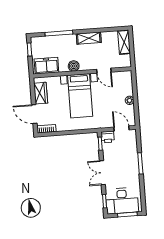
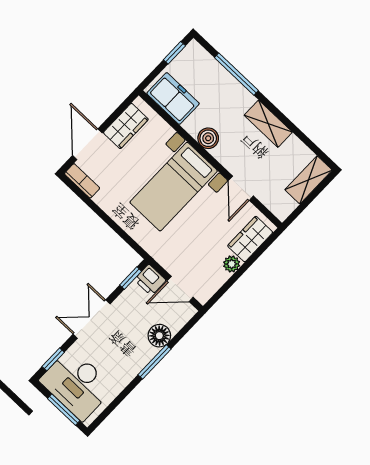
wardrobe: (127, 85) -> (250, 239), added
door: (121, 129) -> (180, 289), swing flipped
floor lamp: (132, 153) -> (159, 336), added

